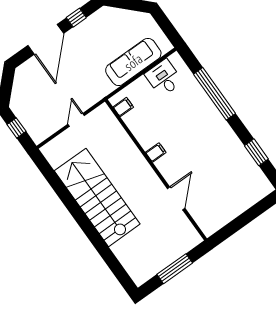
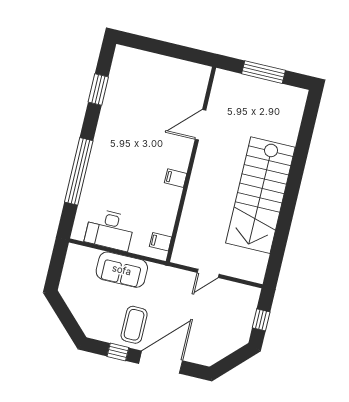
coffee table: (85, 43) -> (134, 325), added
sofa: (133, 62) -> (122, 270), width x0.73
desk: (164, 78) -> (110, 230), width x1.37

